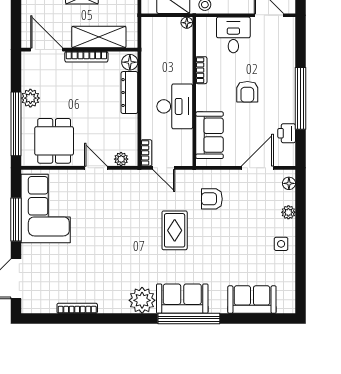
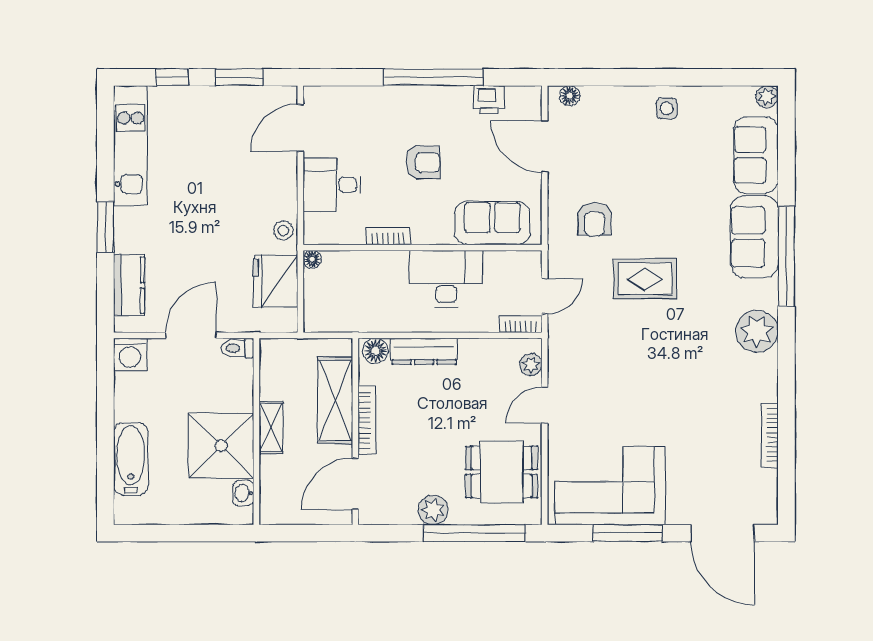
plant: (288, 212) -> (767, 97), moved
sofa: (182, 299) -> (754, 237), moved

